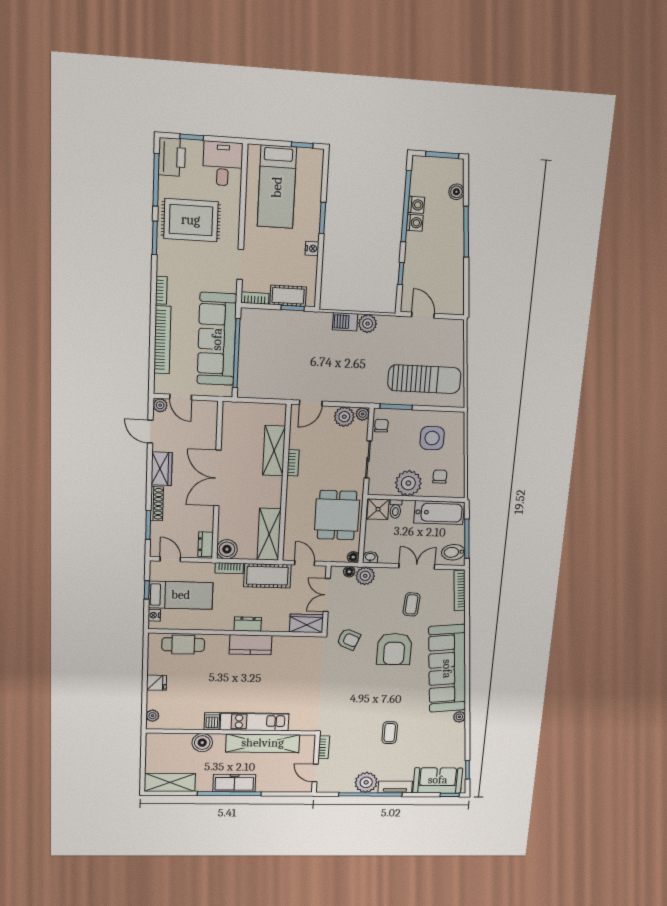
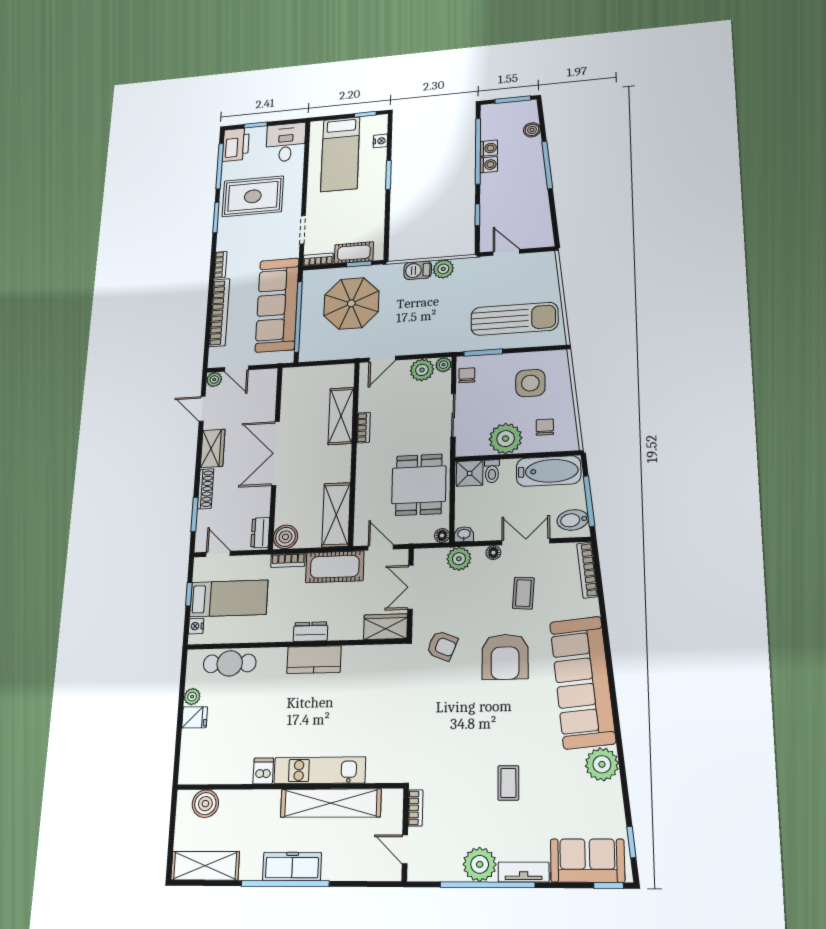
nightstand: (312, 249) -> (380, 141), moved
parasol: (285, 346) -> (351, 303), added
floor lamp: (349, 572) -> (493, 553), moved
plant: (152, 716) -> (192, 697), moved
plant: (459, 717) -> (602, 764), width x1.88, depth x1.88
boiler: (202, 743) -> (205, 804), moved

